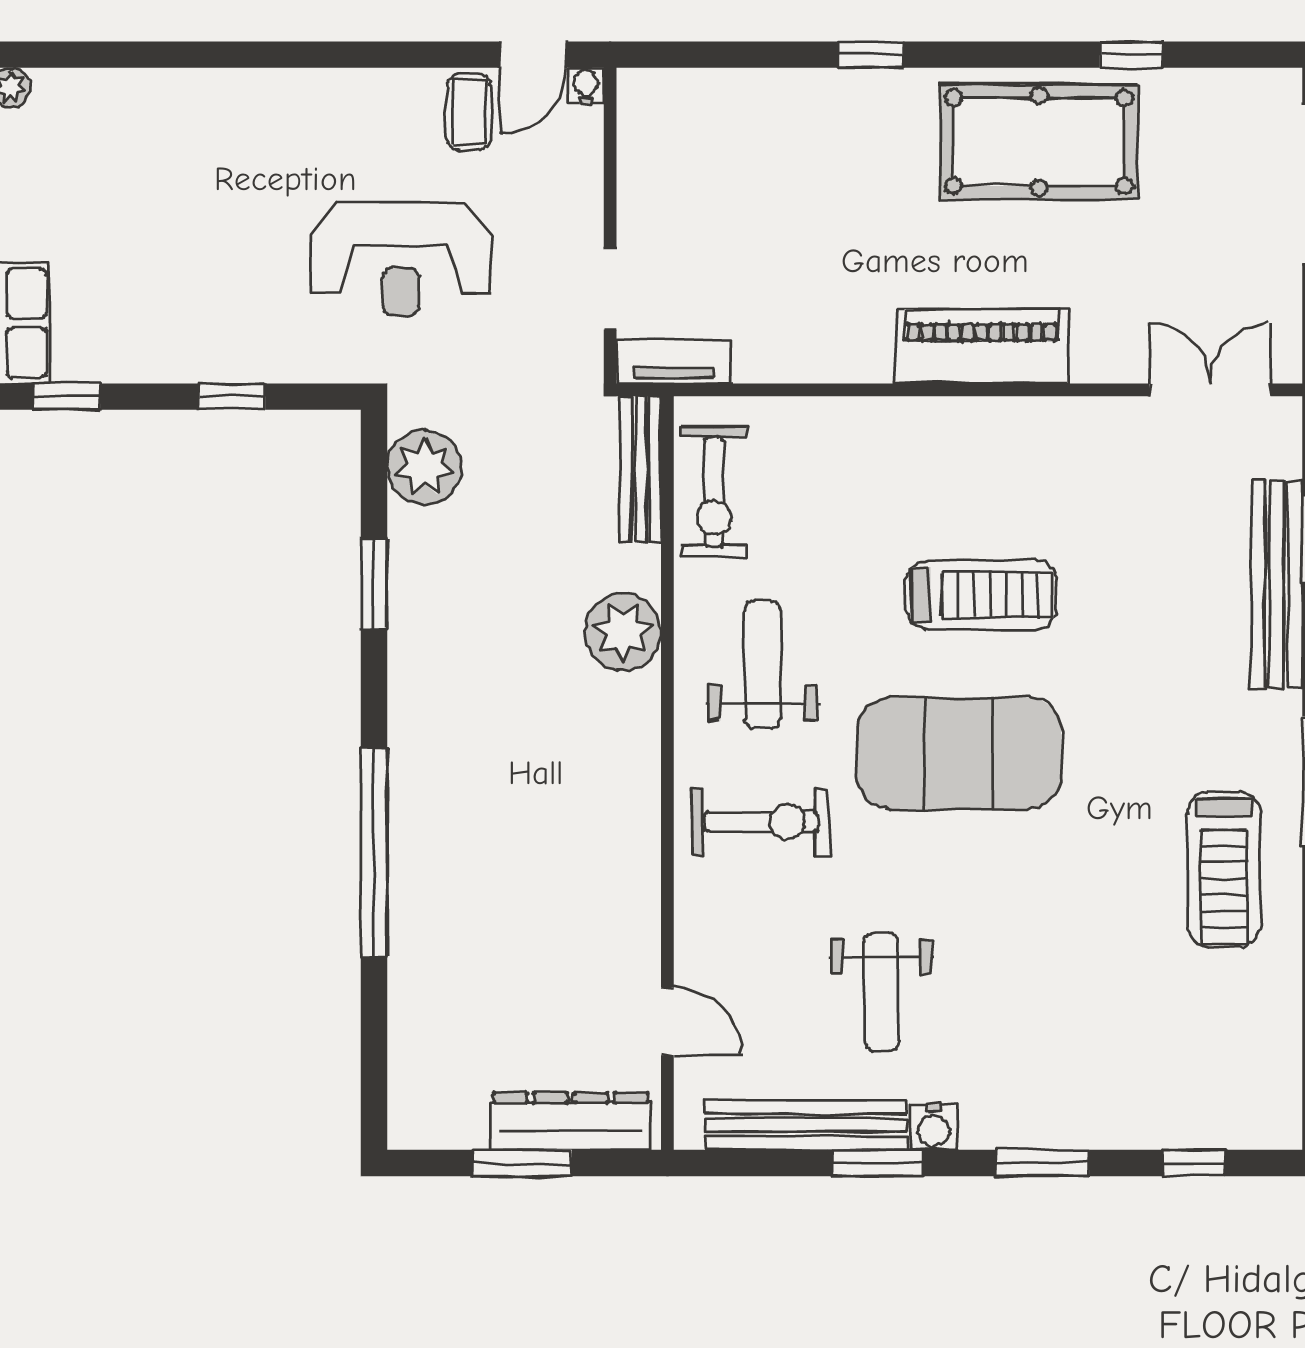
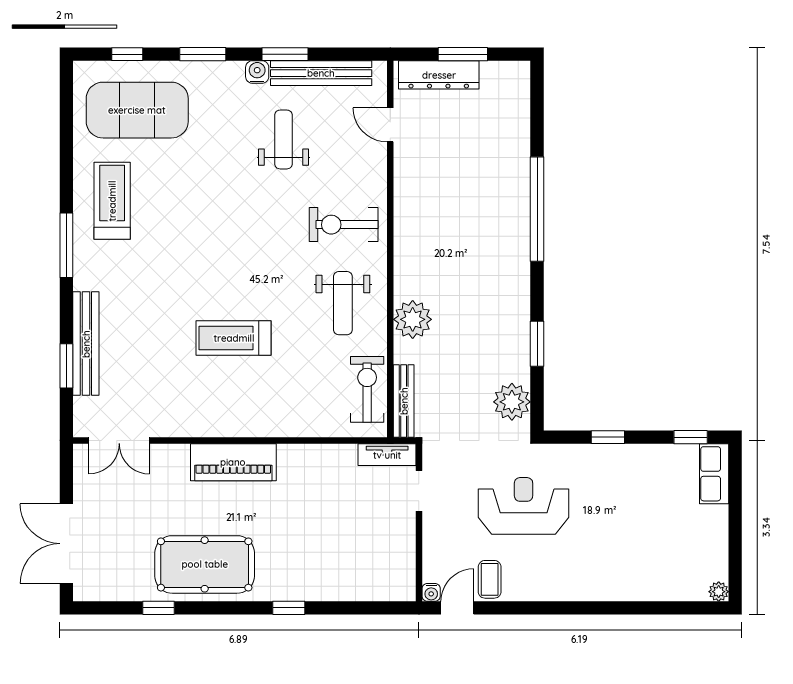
exercise mat: (959, 753) -> (137, 110), moved

